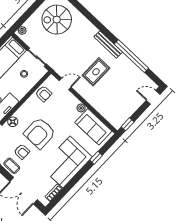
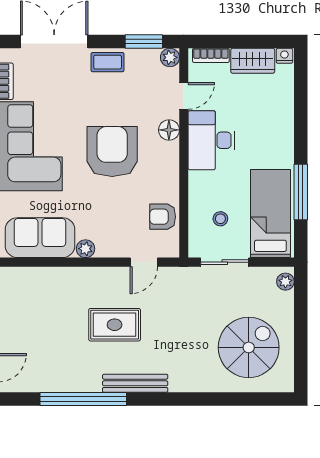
rug: (96, 72) -> (115, 325), turned 90
armchair: (22, 152) -> (112, 98), removed

